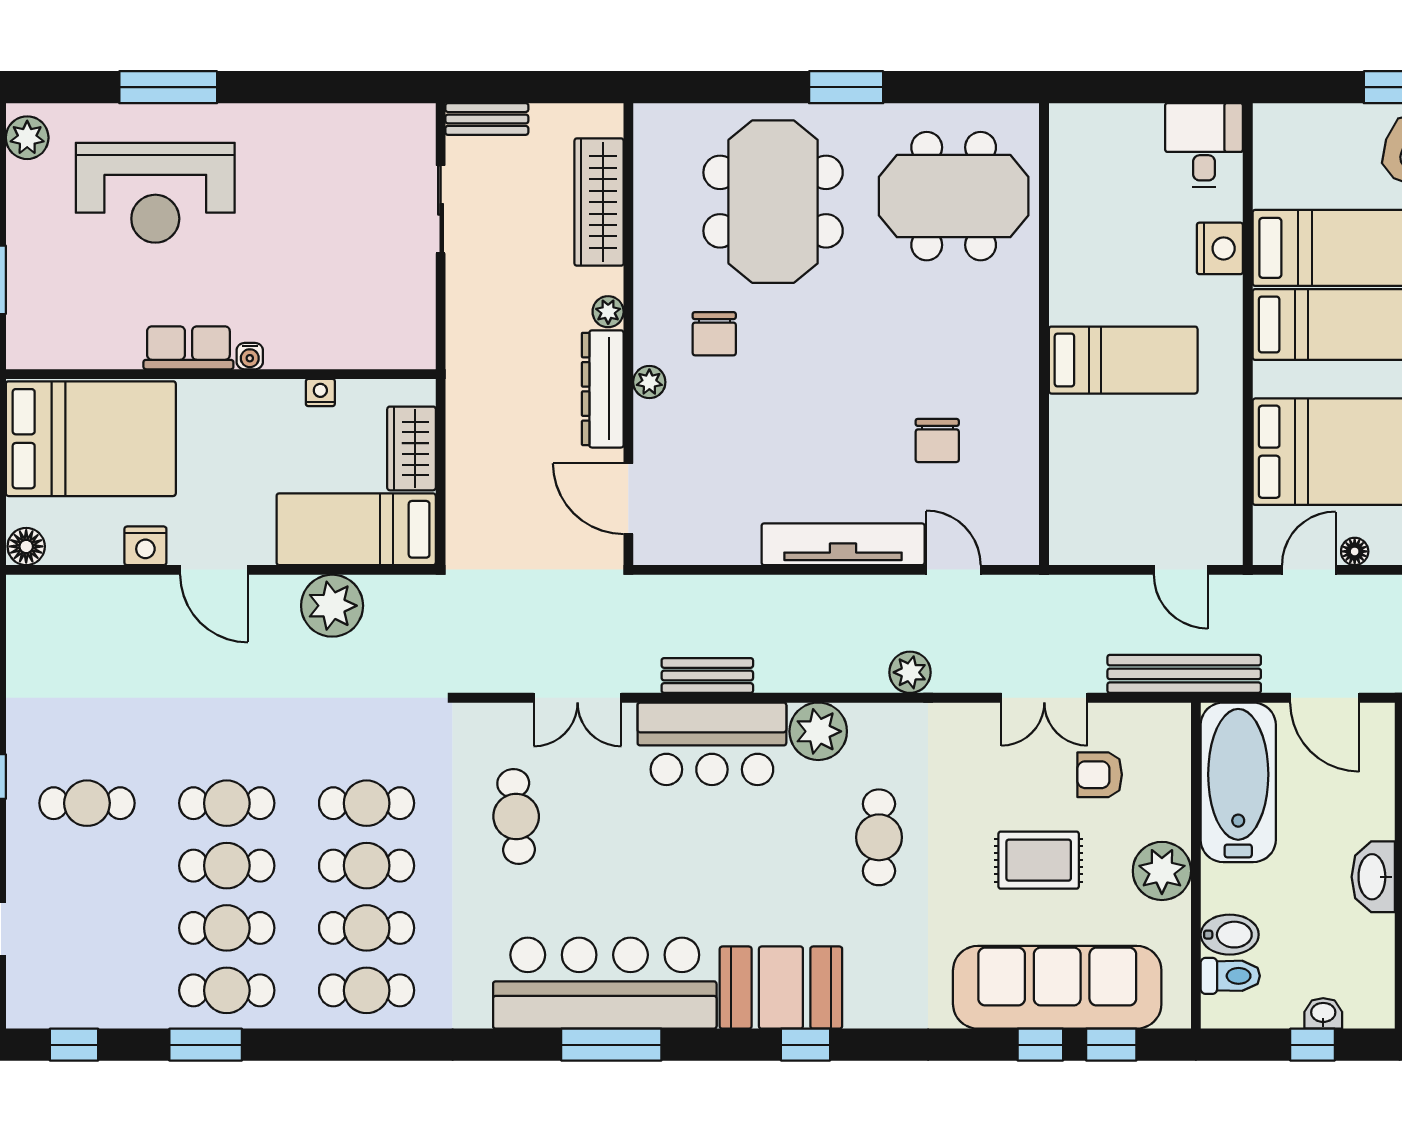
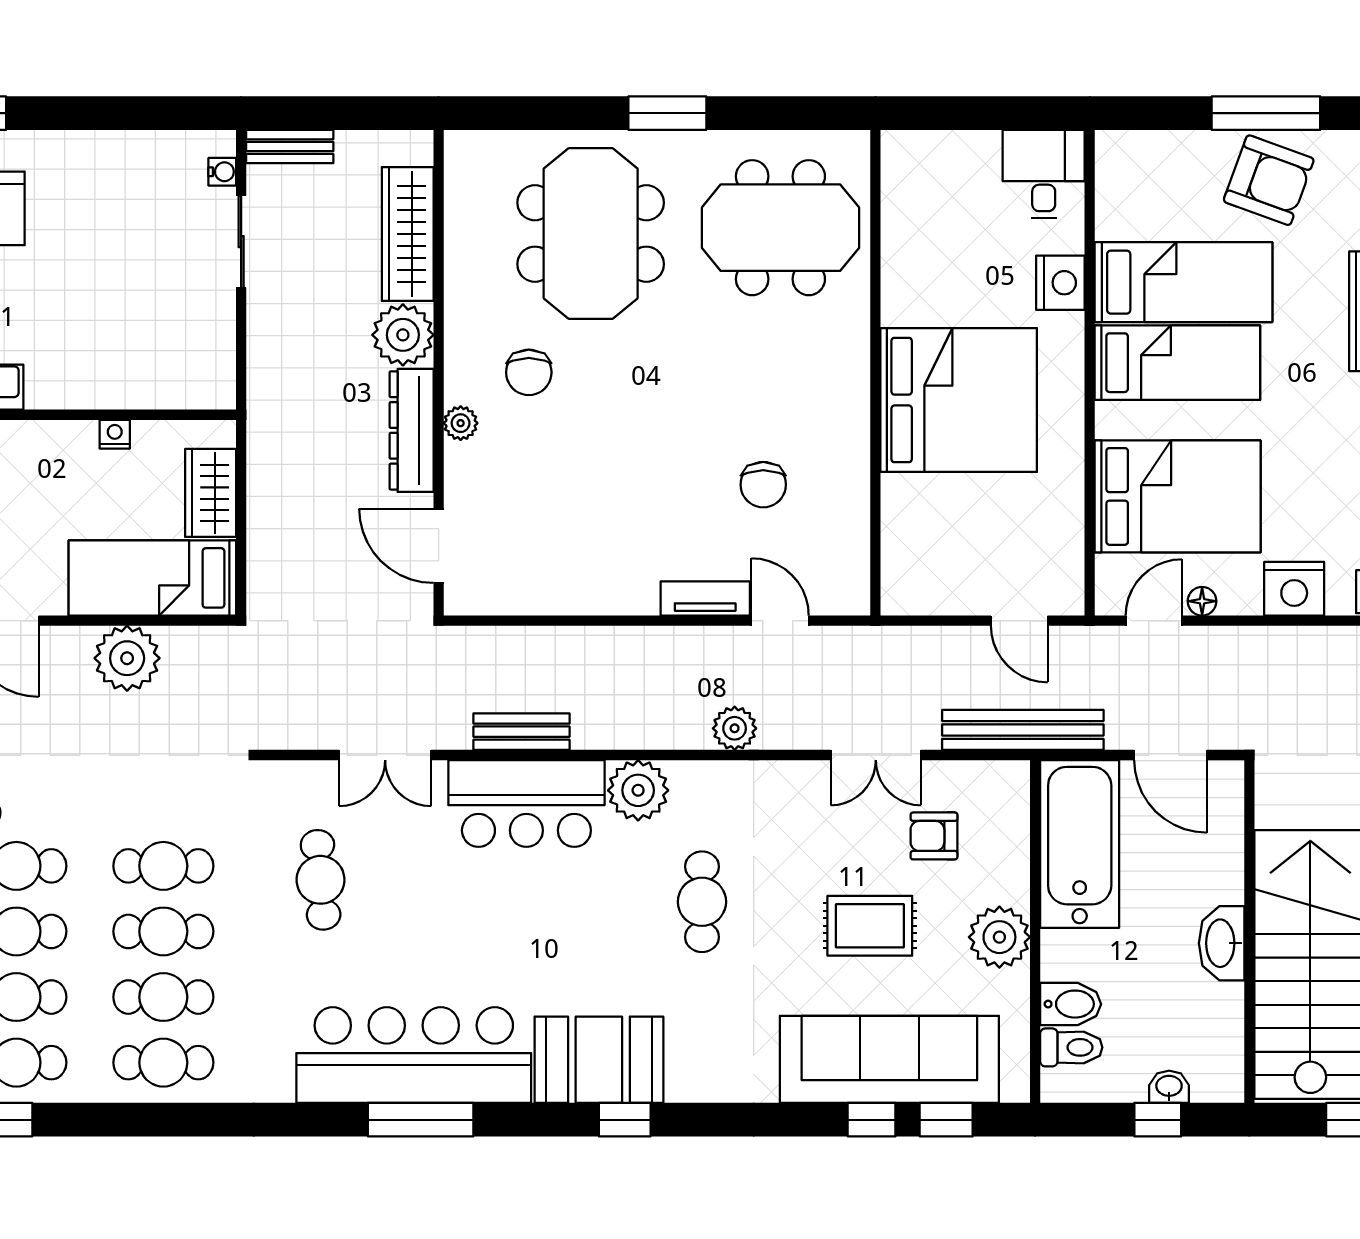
plant: (608, 312) -> (403, 335), width x1.87, depth x1.87
water cooler: (250, 356) -> (222, 172), moved, turned -90
bed: (1123, 360) -> (959, 400), width x2.04
tv unit: (843, 544) -> (705, 599), width x0.52, depth x0.78

